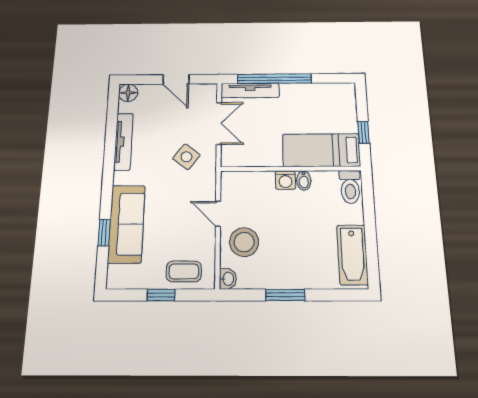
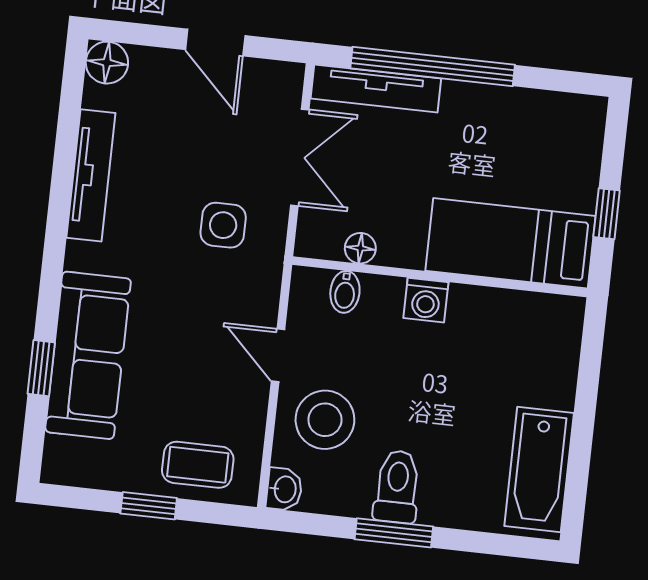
side table: (186, 157) -> (223, 225), turned -38
floor lamp: (252, 160) -> (360, 248), added
bidet: (304, 180) -> (345, 292), moved
toilet: (350, 187) -> (397, 487), moved, turned 180

